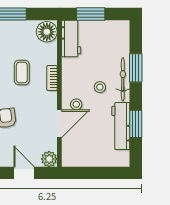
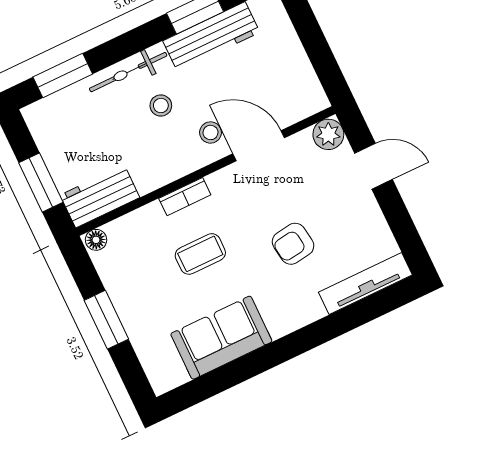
floor lamp: (47, 32) -> (96, 240), width x0.53, depth x0.53
window: (136, 68) -> (63, 75), moved
door: (24, 173) -> (374, 166), swing flipped

